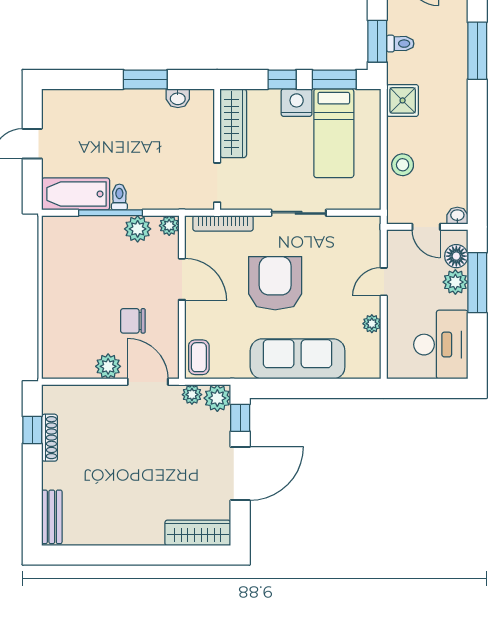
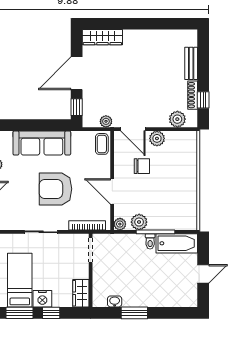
wardrobe: (233, 123) -> (81, 293), width x0.67
armchair: (275, 283) -> (55, 189), turned 90
plant: (217, 398) -> (177, 119), moved
bench: (52, 517) -> (191, 63), moved

